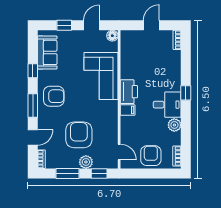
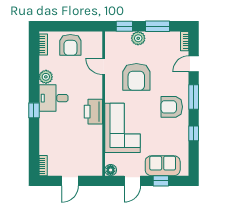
sofa: (47, 52) -> (163, 166), moved, turned 90
filing cabinet: (128, 110) -> (95, 92), removed
armchair: (79, 135) -> (136, 77), moved
door: (119, 152) -> (104, 66), moved

